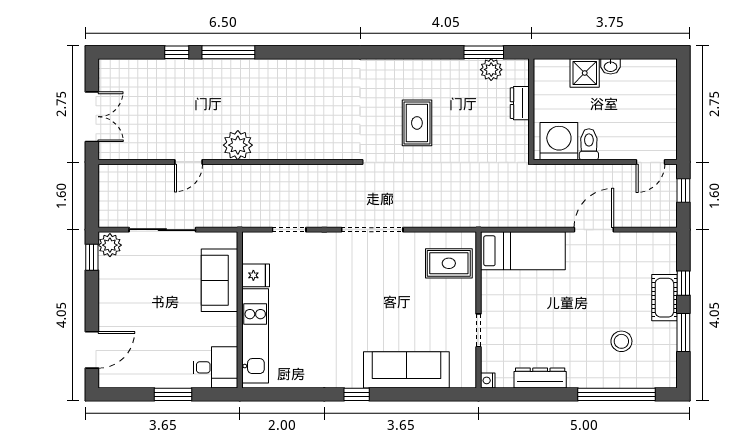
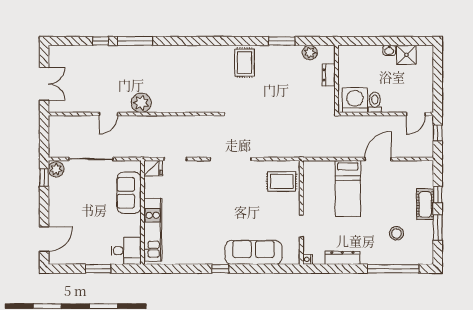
window: (484, 52) -> (282, 41), moved
shower: (585, 73) -> (406, 55), moved
rug: (417, 123) -> (245, 63), moved
bed: (523, 251) -> (348, 189), moved, turned 90
fridge: (256, 275) -> (153, 168), moved

